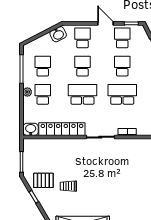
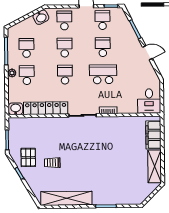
school desk: (82, 94) -> (65, 75), width x0.54
pallet: (43, 180) -> (28, 157), turned 90

